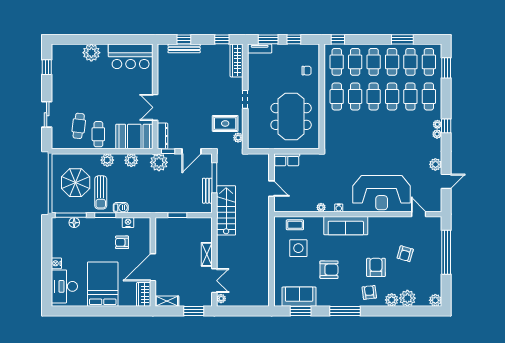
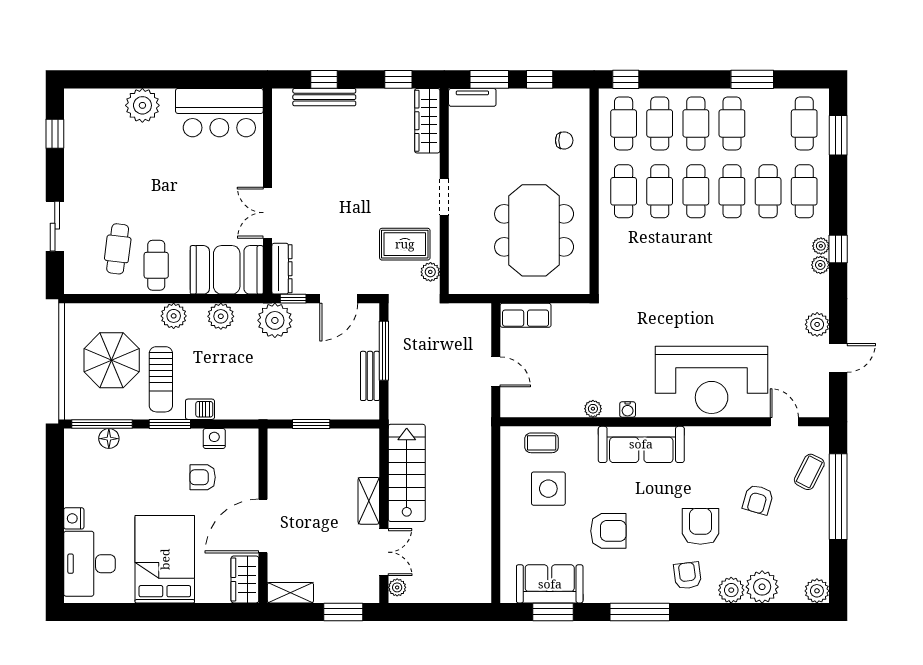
cafe table: (410, 62) -> (768, 123), removed
stairs: (226, 210) -> (407, 473), moved
coffee table: (431, 240) -> (809, 472), added

